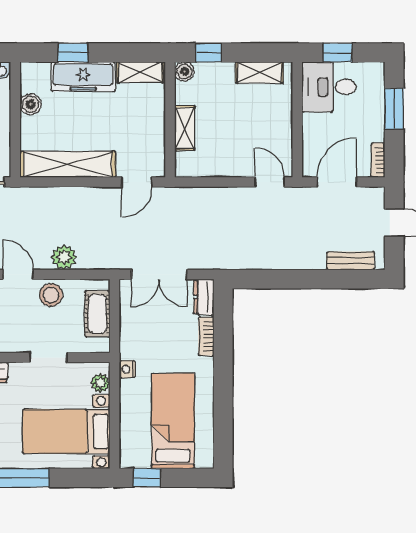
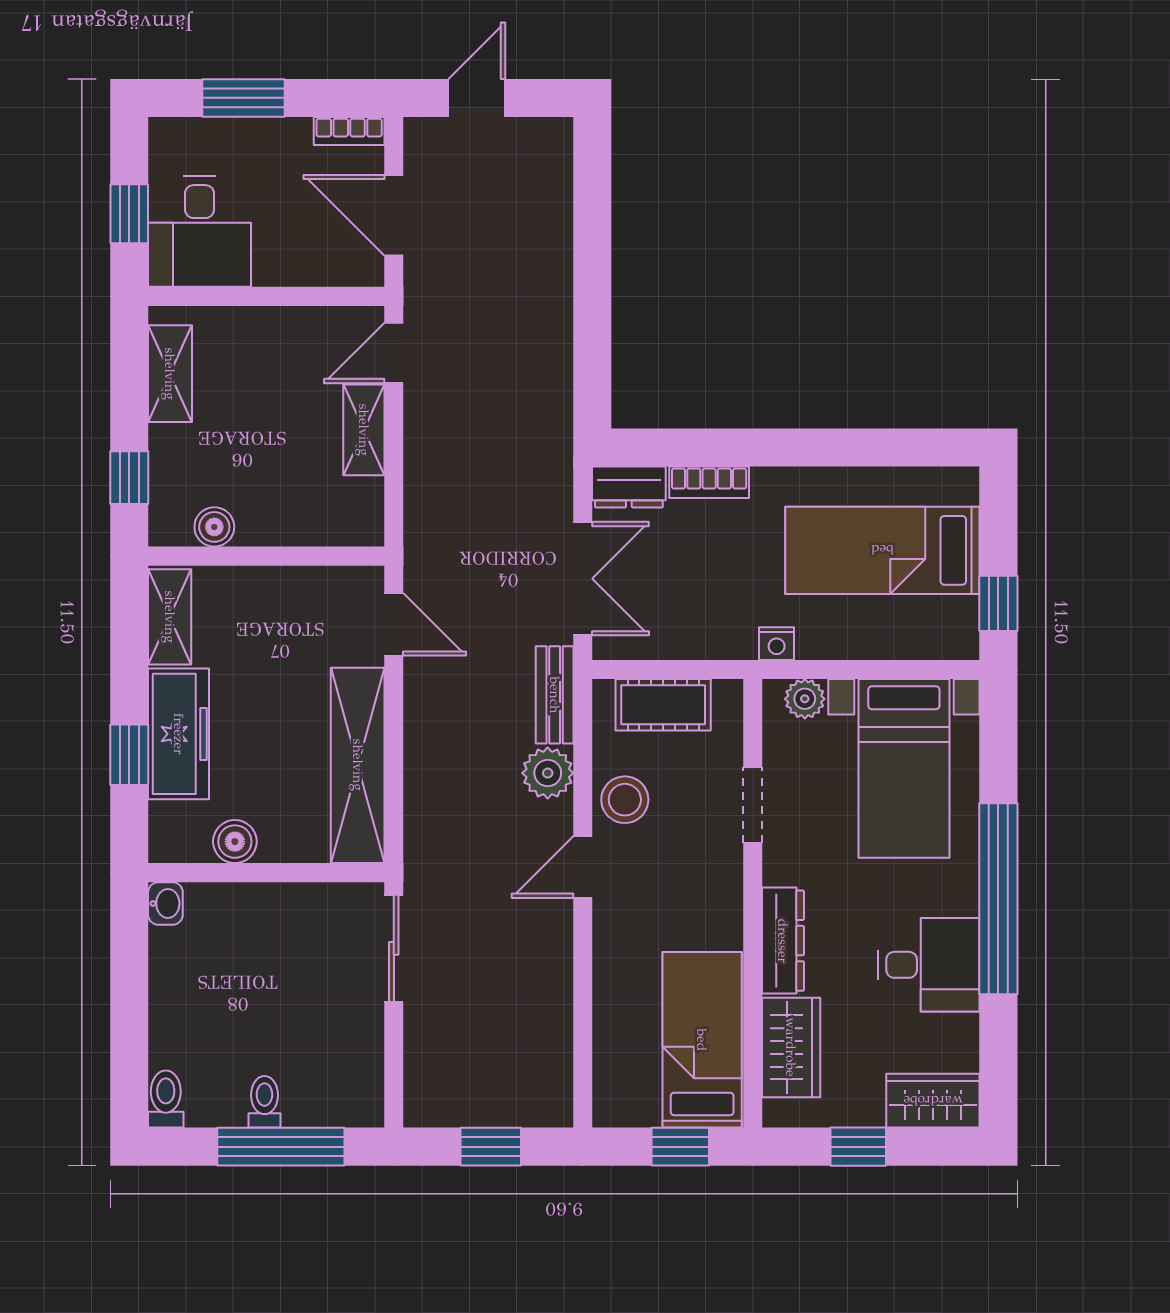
boiler: (184, 71) -> (214, 527), moved
shelving: (185, 128) -> (364, 430), moved, turned 90
bench: (351, 261) -> (555, 695), moved

